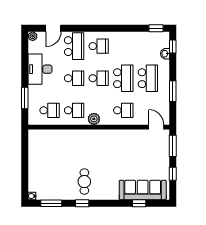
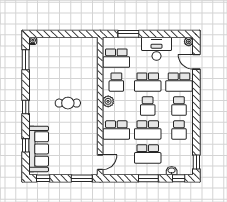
school desk: (123, 46) -> (179, 130), added
school desk: (74, 78) -> (148, 82), width x1.85
window: (173, 91) -> (148, 178), moved
school desk: (50, 110) -> (116, 58), width x1.85
school desk: (123, 110) -> (116, 130), width x1.85
window: (173, 174) -> (43, 178), moved
cafe table: (84, 182) -> (68, 103), moved
window: (82, 203) -> (26, 107), moved

